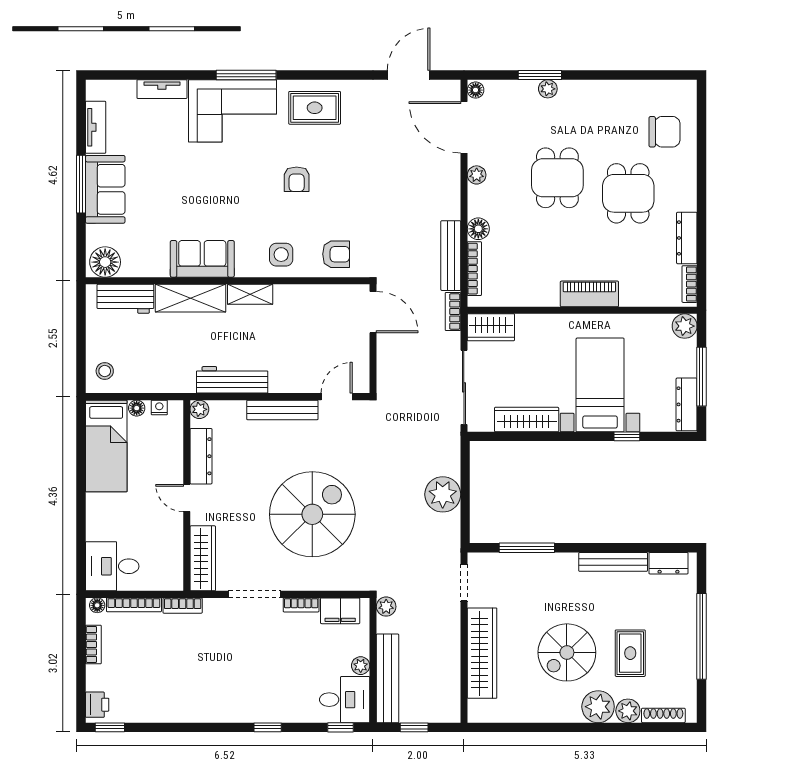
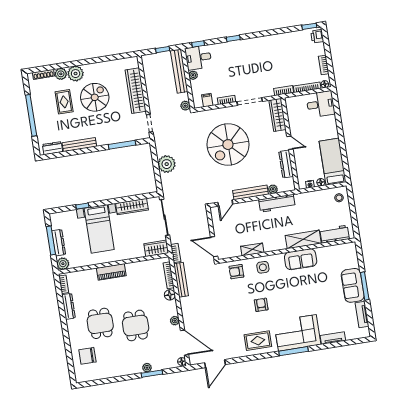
floor lamp: (105, 262) -> (347, 250), removed
shelving: (250, 294) -> (252, 249), moved
dresser: (687, 404) -> (59, 243), moved
plant: (199, 409) -> (273, 189), moved
filing cabinet: (340, 611) -> (207, 100), width x0.50

